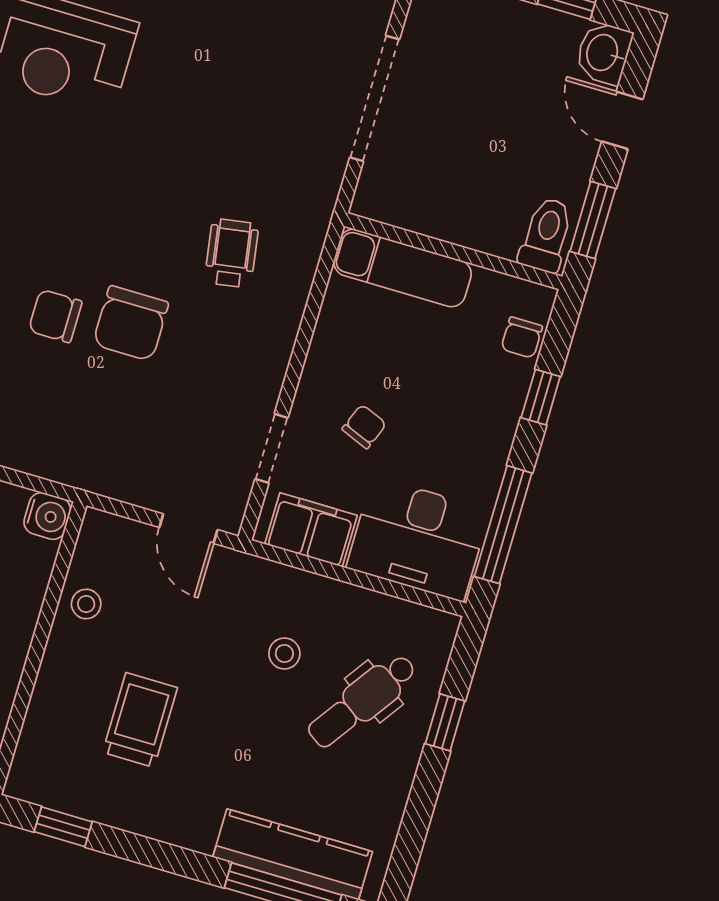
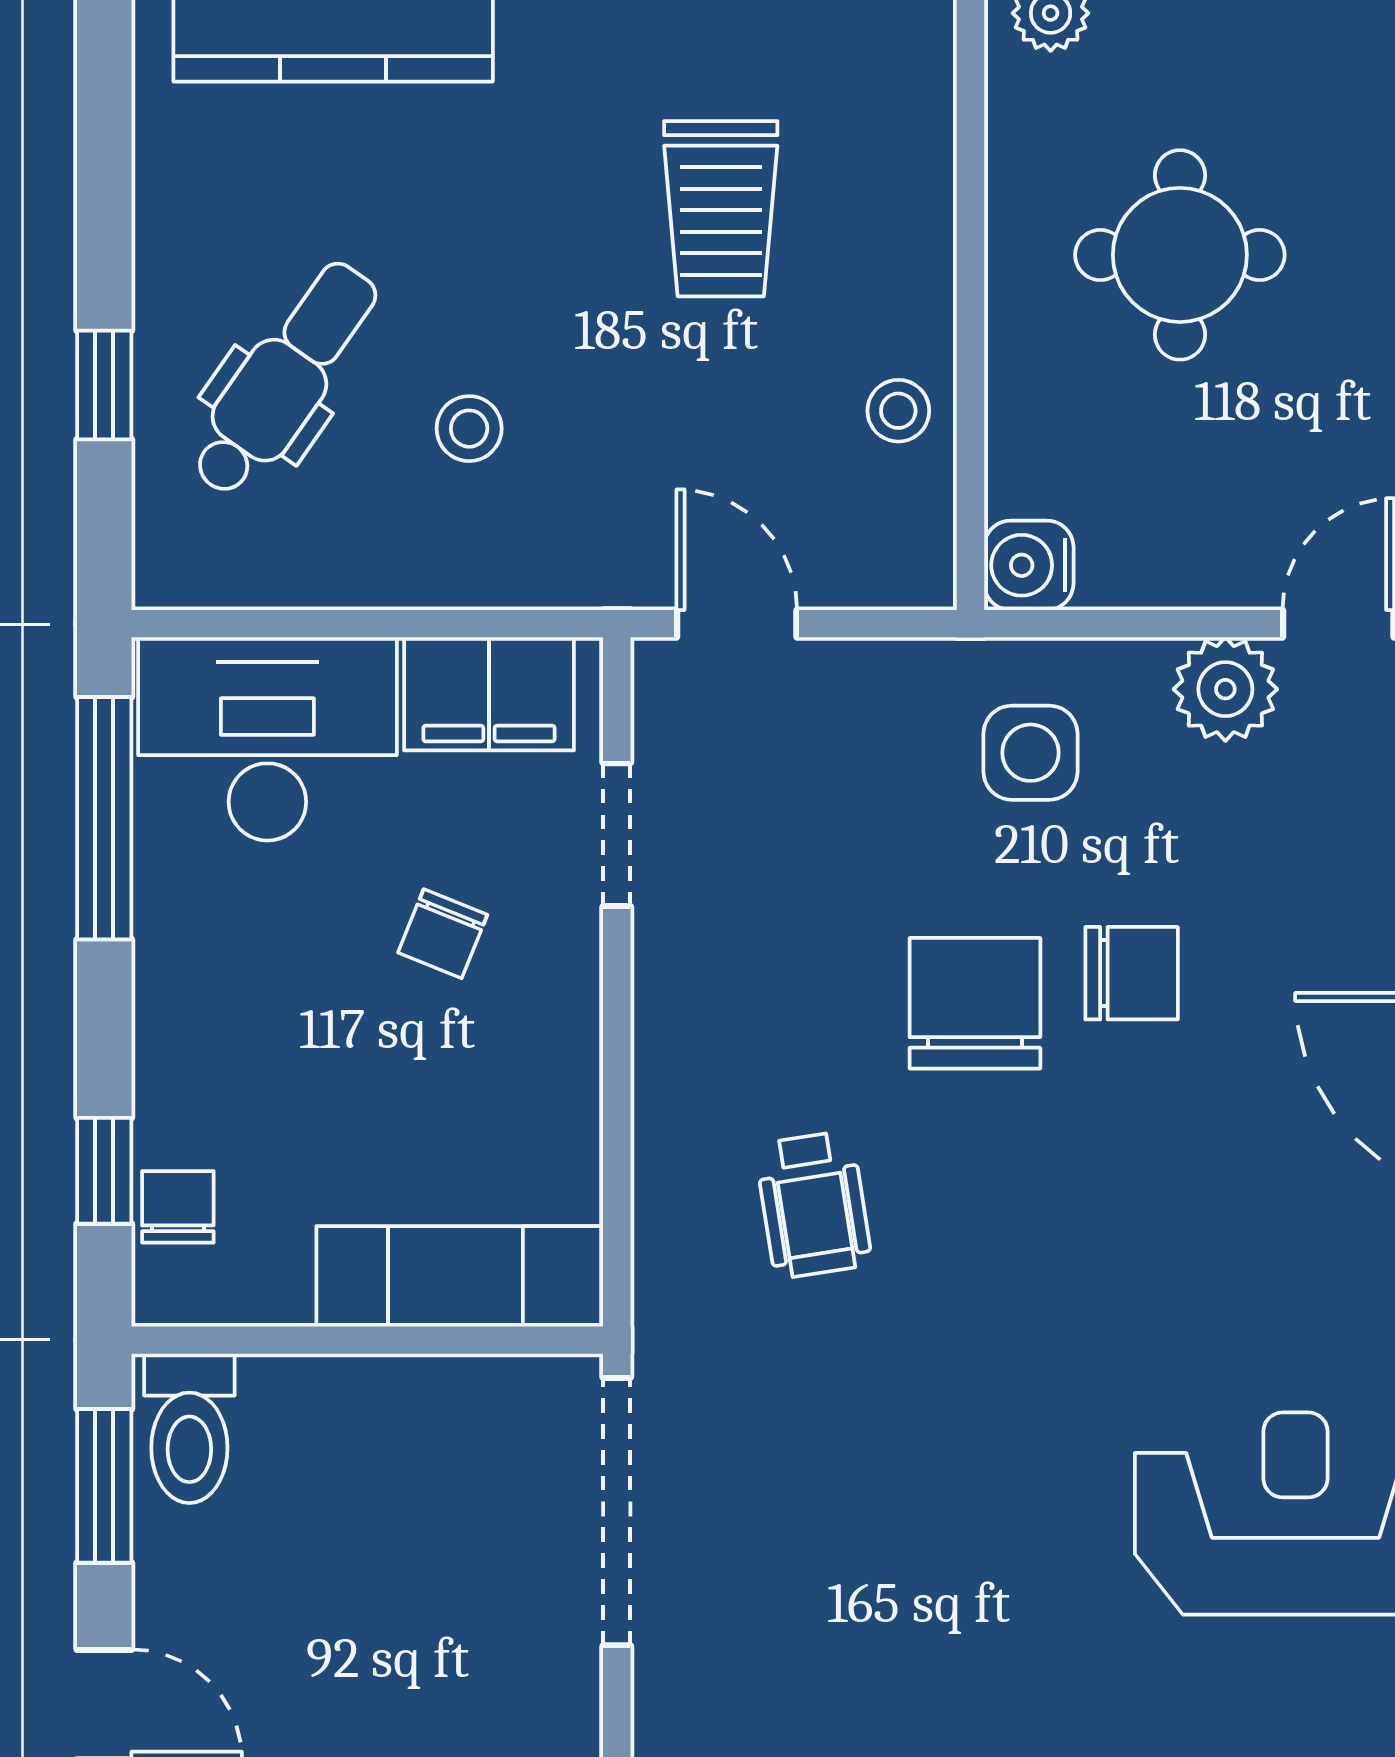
doorway: (375, 98) -> (617, 1512), moved
window: (541, 397) -> (104, 1171), moved
side table: (72, 430) -> (1031, 753), added

